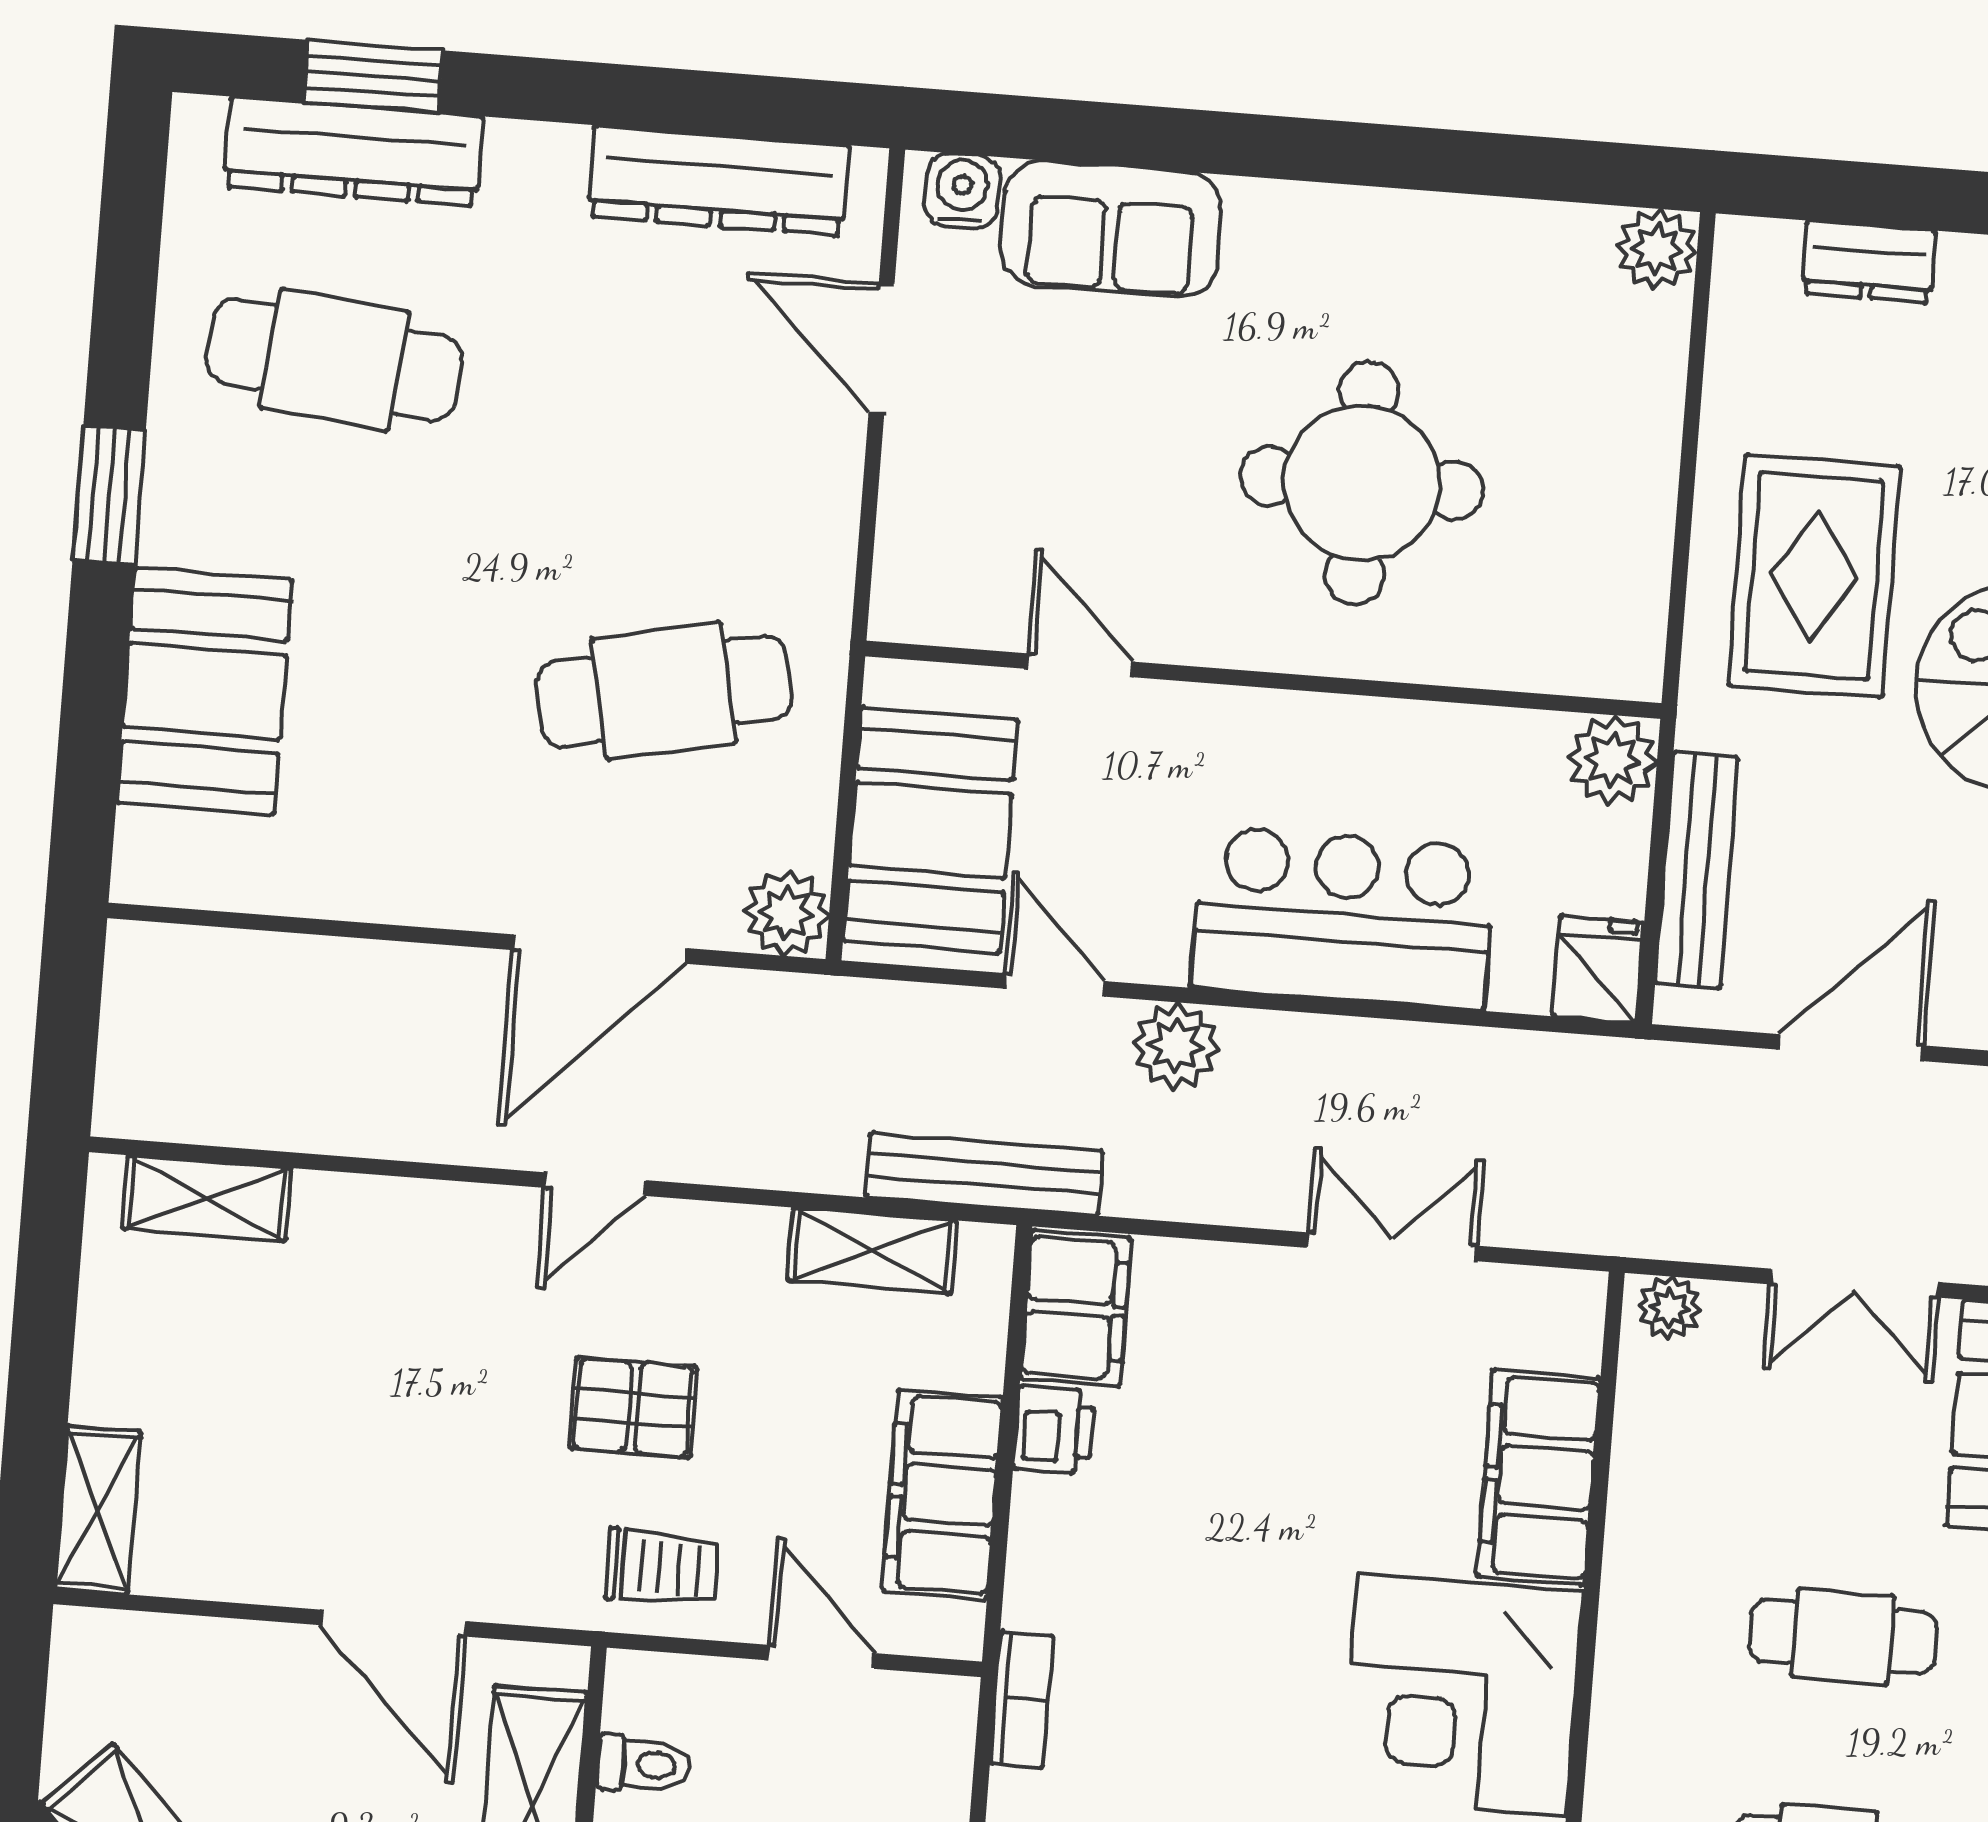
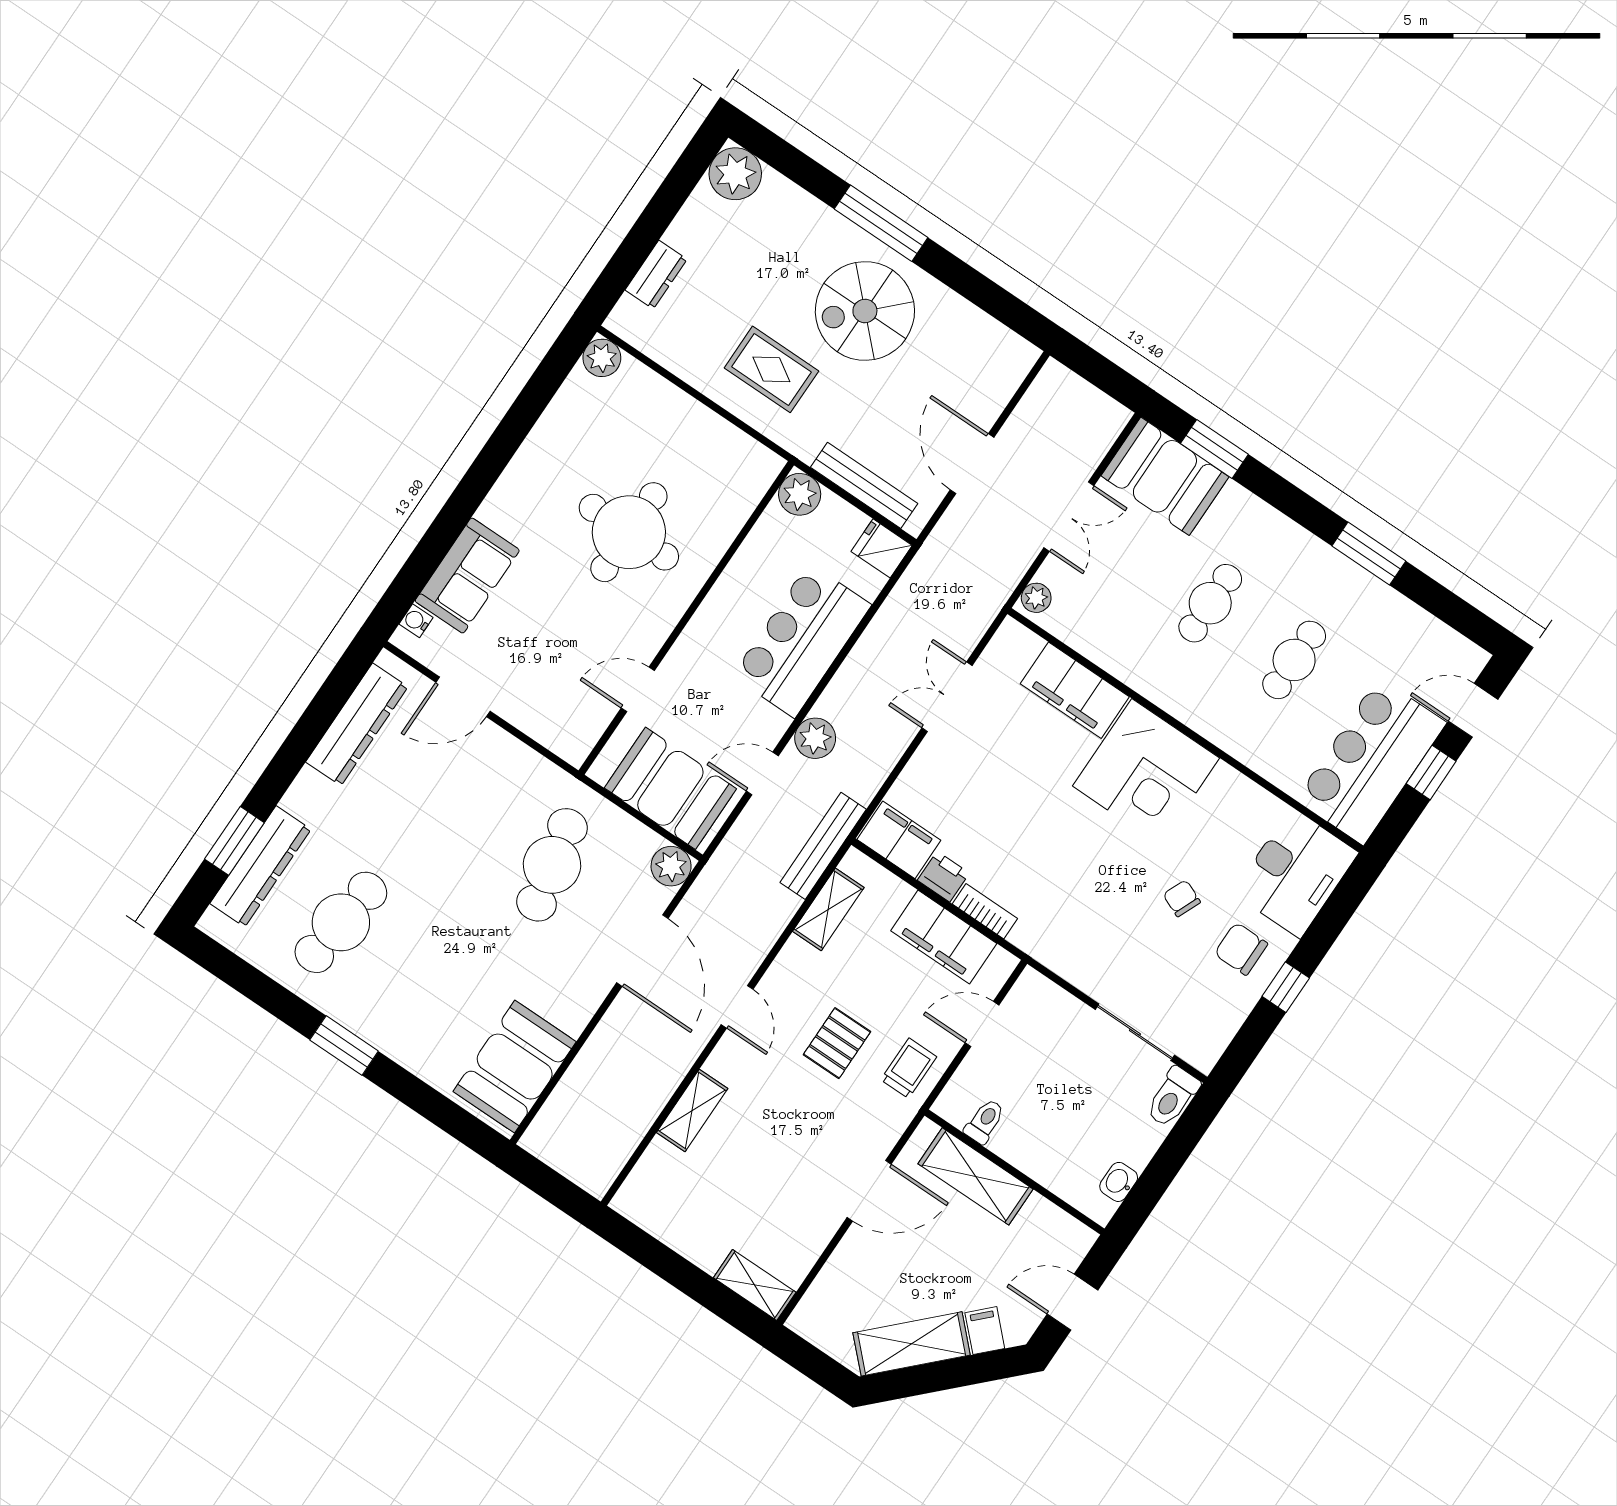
water cooler: (962, 191) -> (416, 621), width x0.72, depth x0.72
rug: (1814, 576) -> (771, 369), width x0.73, depth x0.70
booth: (205, 691) -> (515, 1067), moved, turned 90
shelving: (207, 1198) -> (692, 1110), moved
bookcase: (1022, 1700) -> (985, 911), moved

